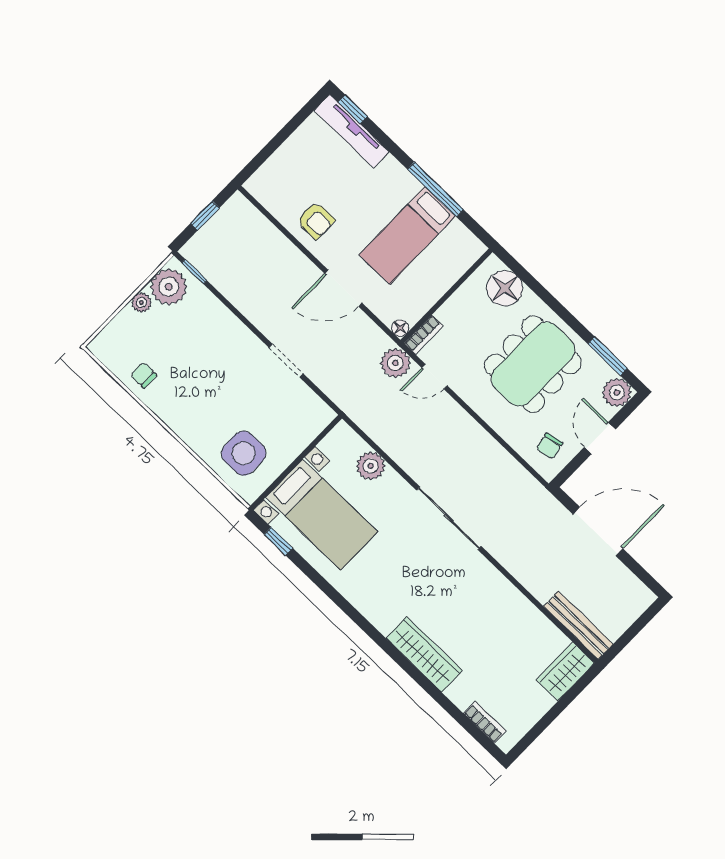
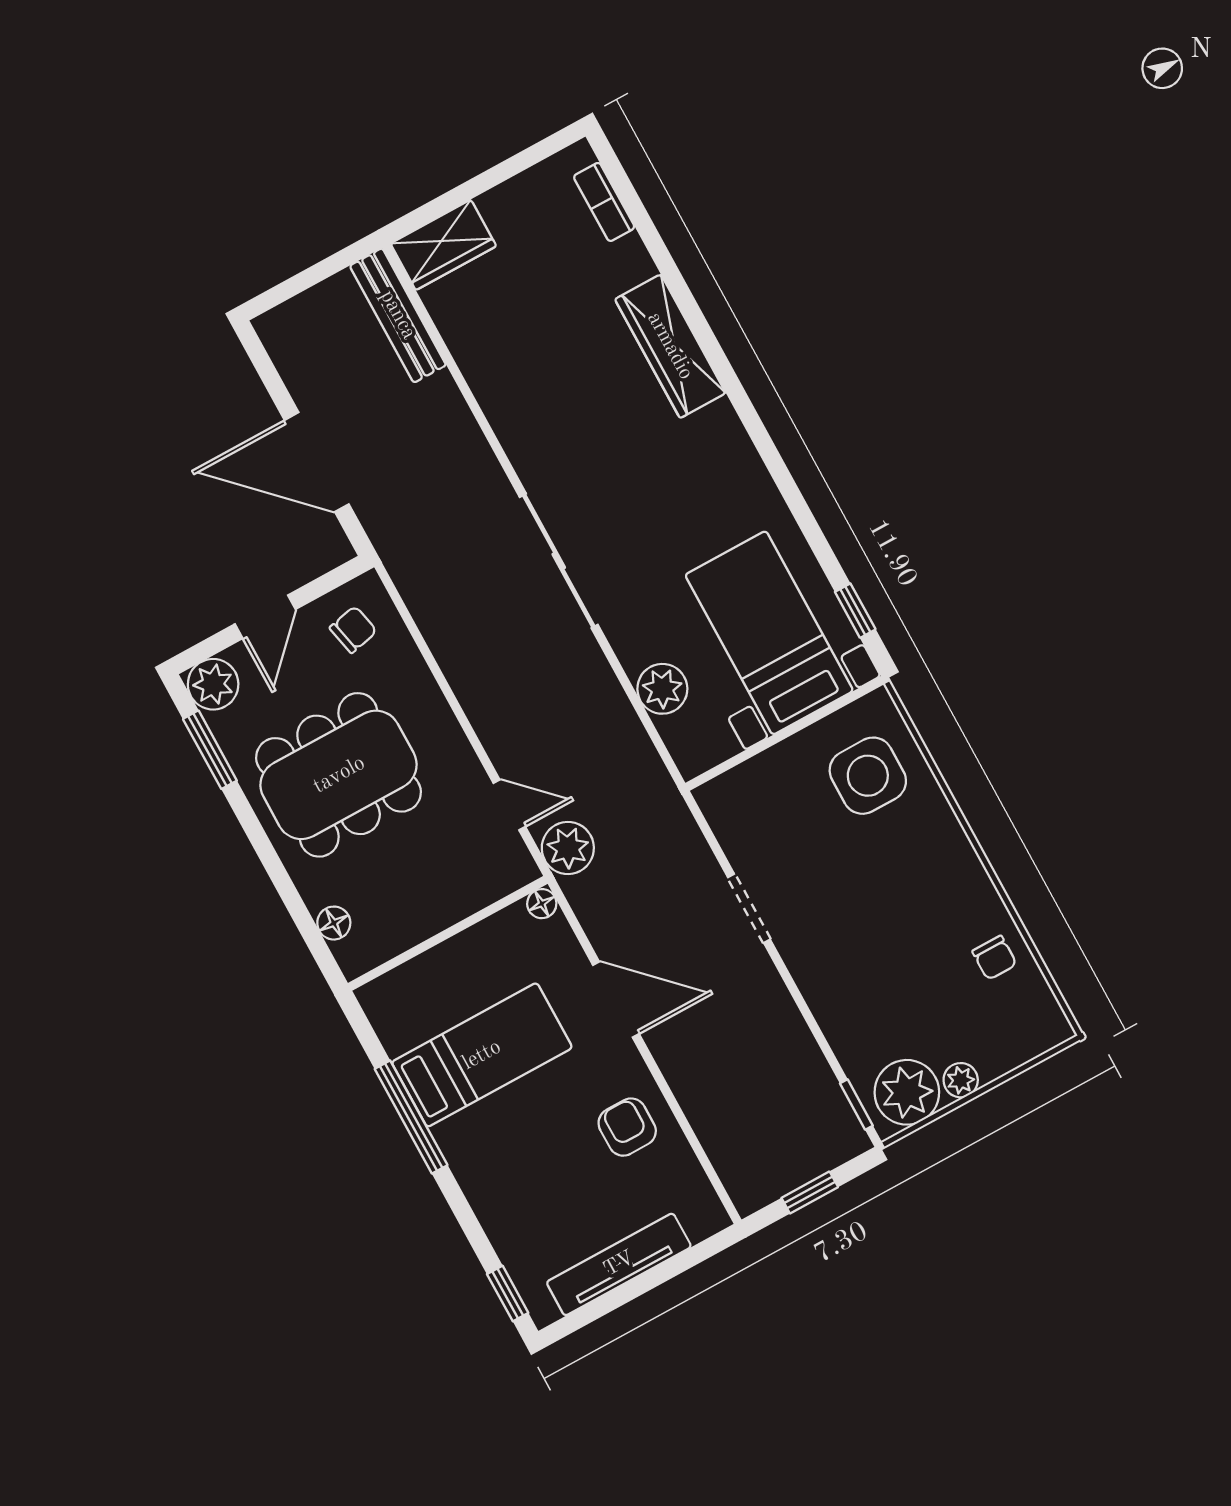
tv unit: (352, 131) -> (619, 1264), moved, turned -90
floor lamp: (505, 288) -> (334, 923), width x0.53, depth x0.53
bookcase: (424, 335) -> (506, 881), removed

